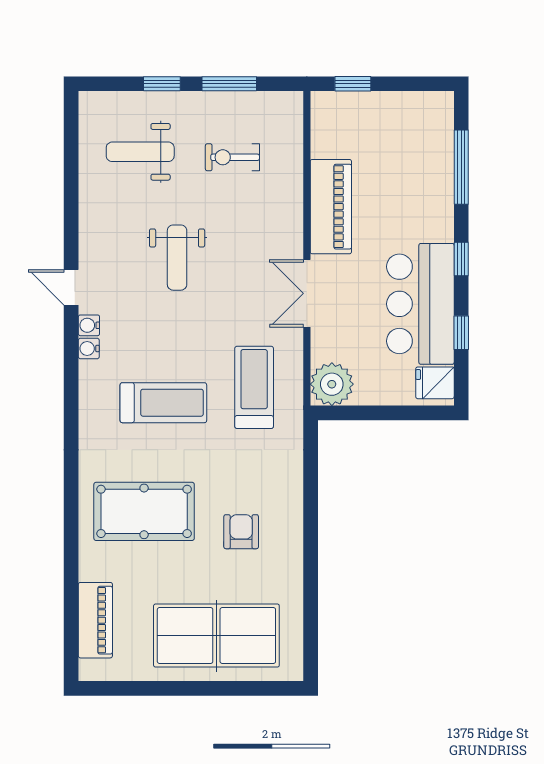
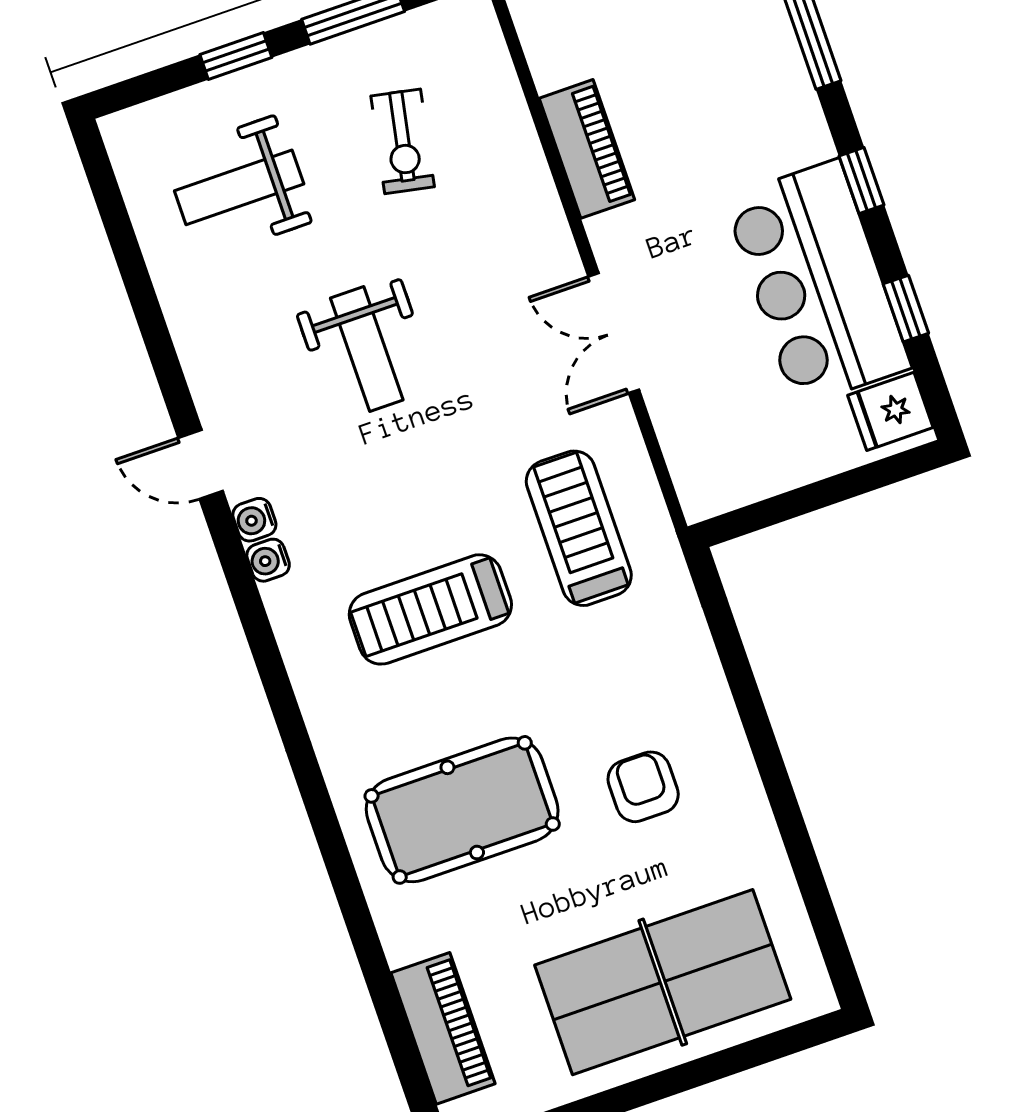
exercise bike: (232, 157) -> (403, 141), turned -79
piano: (331, 207) -> (587, 149), width x0.73, depth x0.75
plant: (332, 384) -> (712, 476), removed
treadmill: (163, 403) -> (430, 609), turned 180

